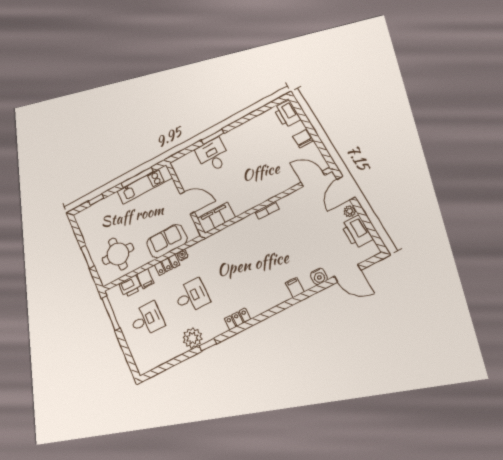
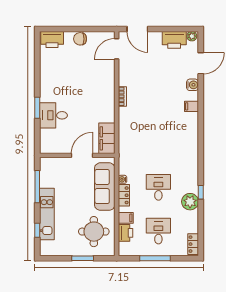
kitchen unit: (145, 185) -> (47, 214), moved
plant: (350, 211) -> (192, 36), moved
sofa: (167, 241) -> (105, 187), width x1.36
window: (111, 313) -> (155, 258), moved
locker: (237, 319) -> (193, 244), moved

